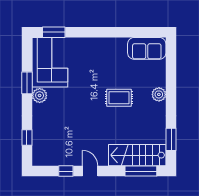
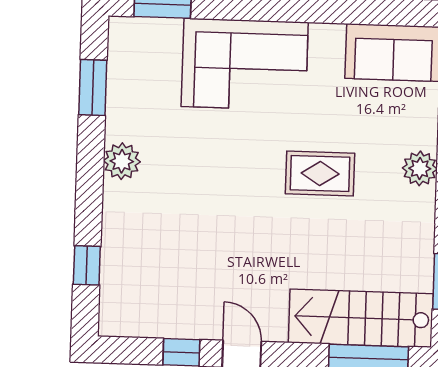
corner sofa: (50, 62) -> (245, 64), moved, turned 90
window: (27, 83) -> (93, 88), moved

